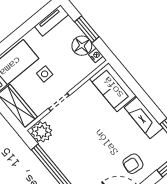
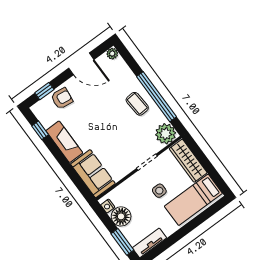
window: (87, 29) -> (122, 242), moved
coffee table: (72, 160) -> (137, 104), added
armchair: (133, 164) -> (62, 98), moved

